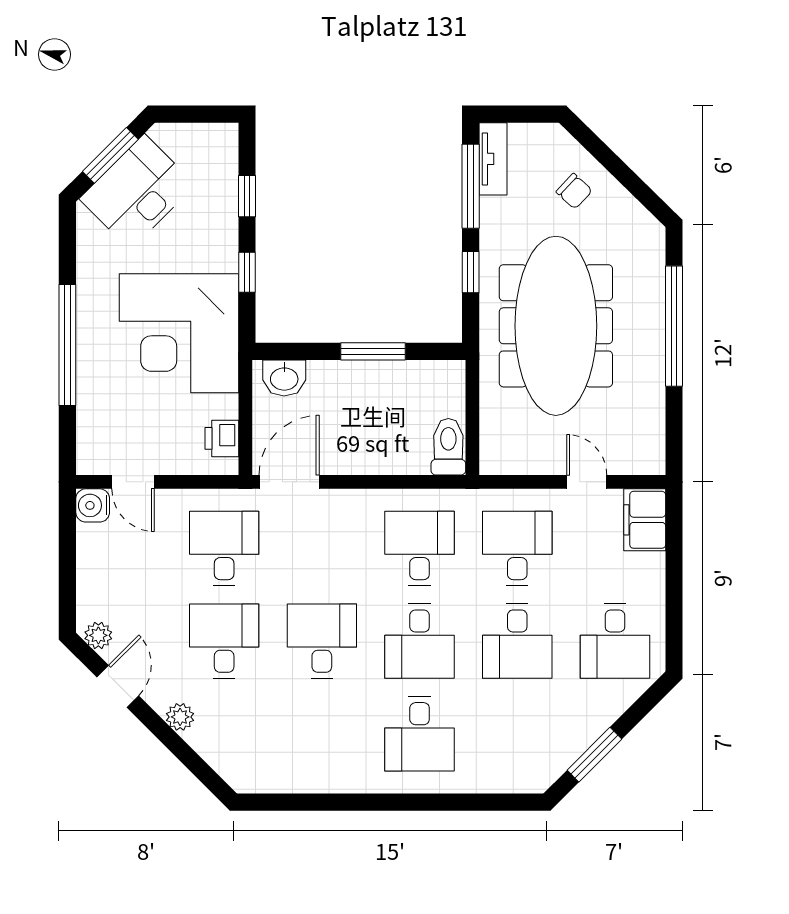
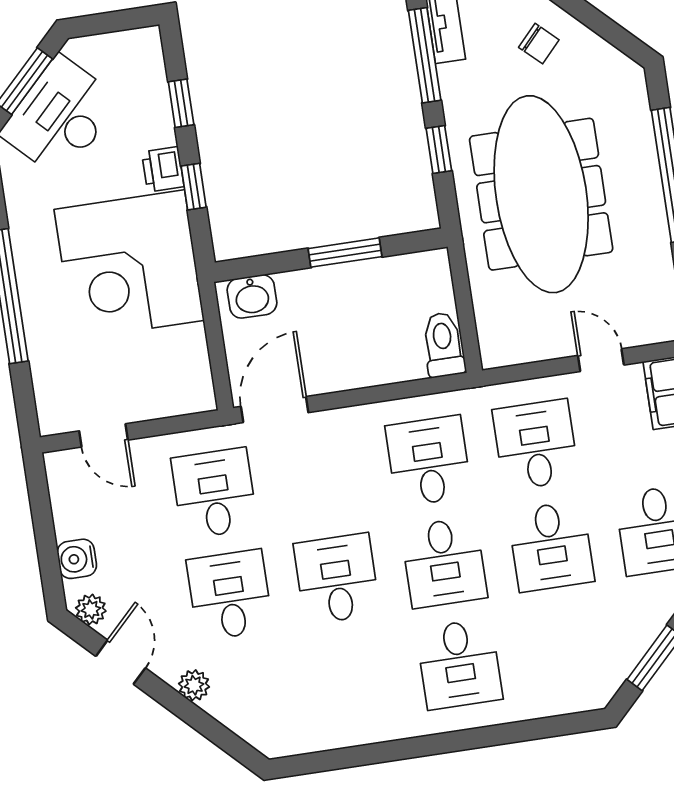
printer: (222, 438) -> (163, 169), moved
water cooler: (93, 505) -> (77, 559), moved

